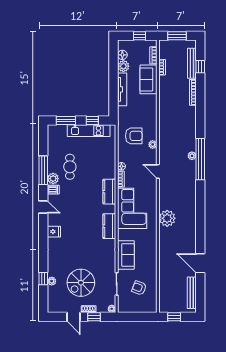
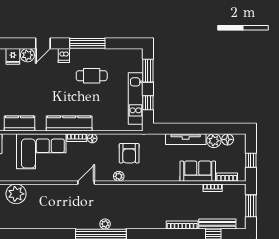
plant: (53, 179) -> (27, 55), moved
kitchen counter: (109, 192) -> (69, 124), width x1.50
plant: (167, 218) -> (16, 194), moved

